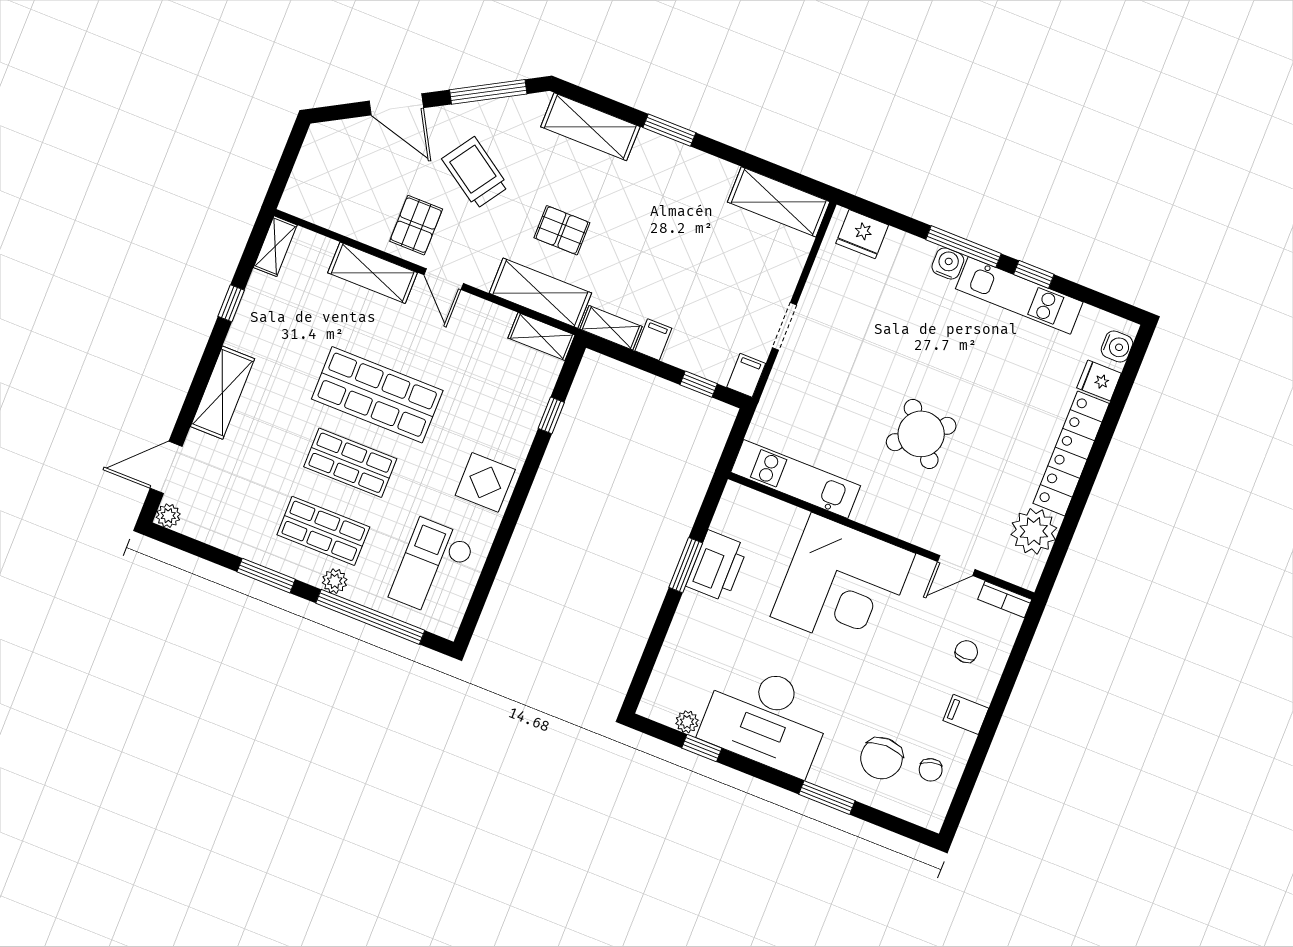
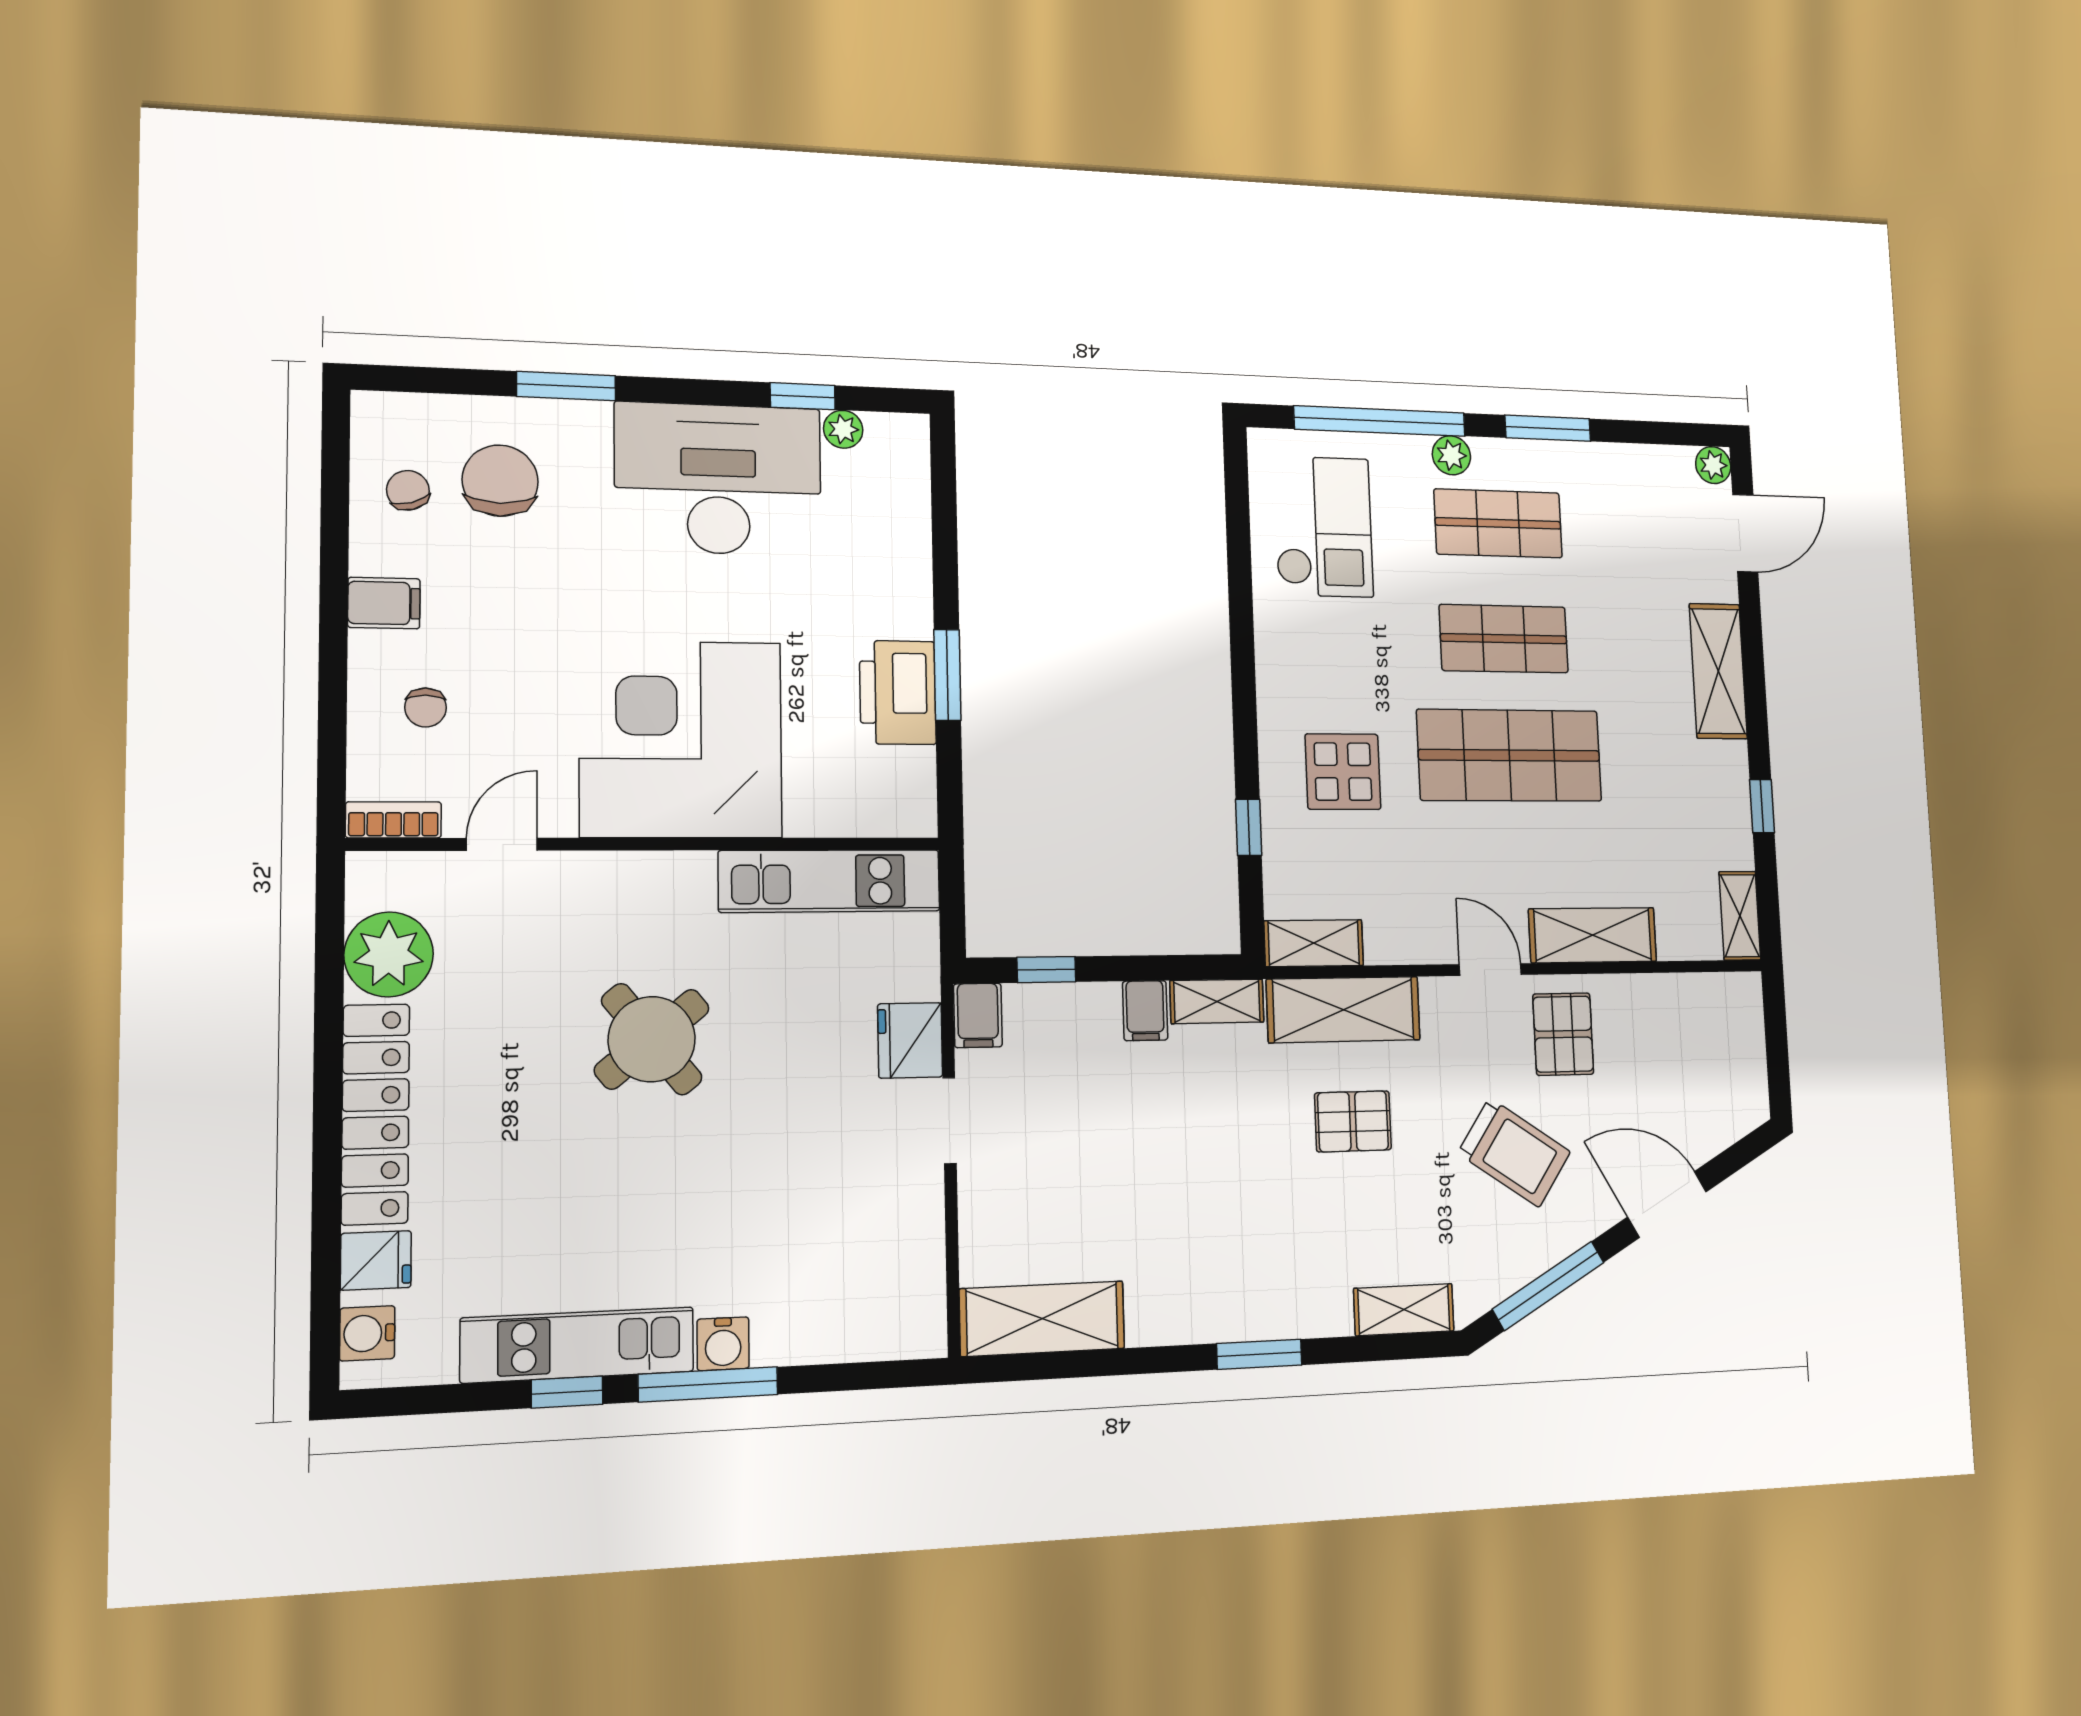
shelving: (590, 127) -> (1404, 1310), width x0.67, depth x0.75
fridge: (862, 234) -> (910, 1040), moved, turned -90
display table: (485, 482) -> (1343, 772), moved

